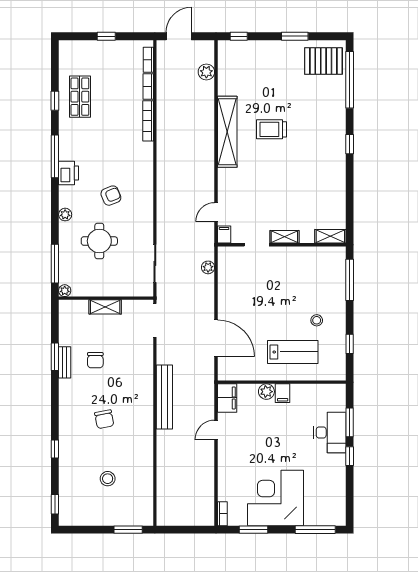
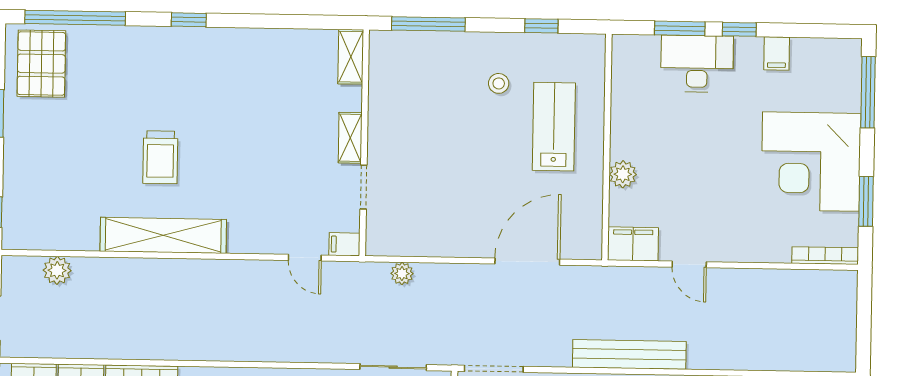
filing cabinet: (283, 393) -> (777, 53), moved, turned 90
bookcase: (222, 514) -> (825, 256), width x1.56

